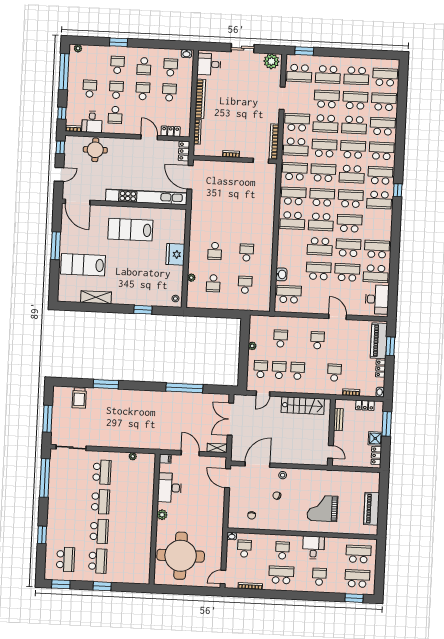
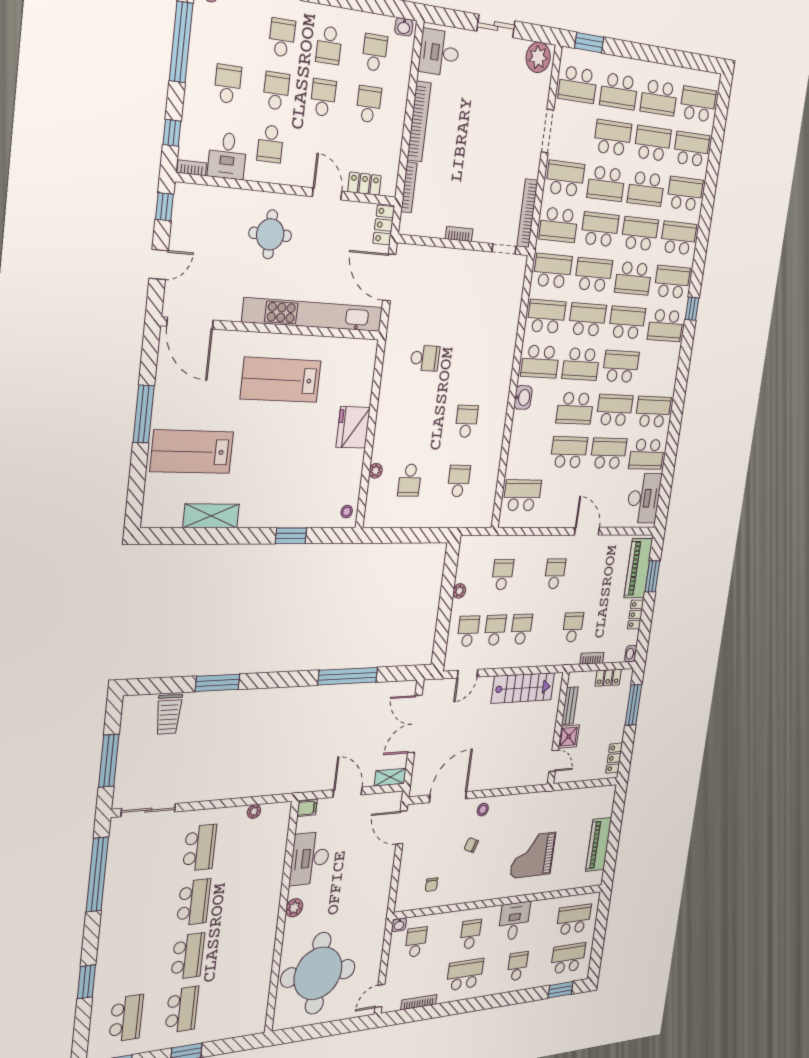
round table: (95, 150) -> (270, 234), moved
school desk: (215, 251) -> (425, 358), moved, turned -90
washbasin: (281, 274) -> (523, 397), moved
shower: (375, 438) -> (569, 737), moved

